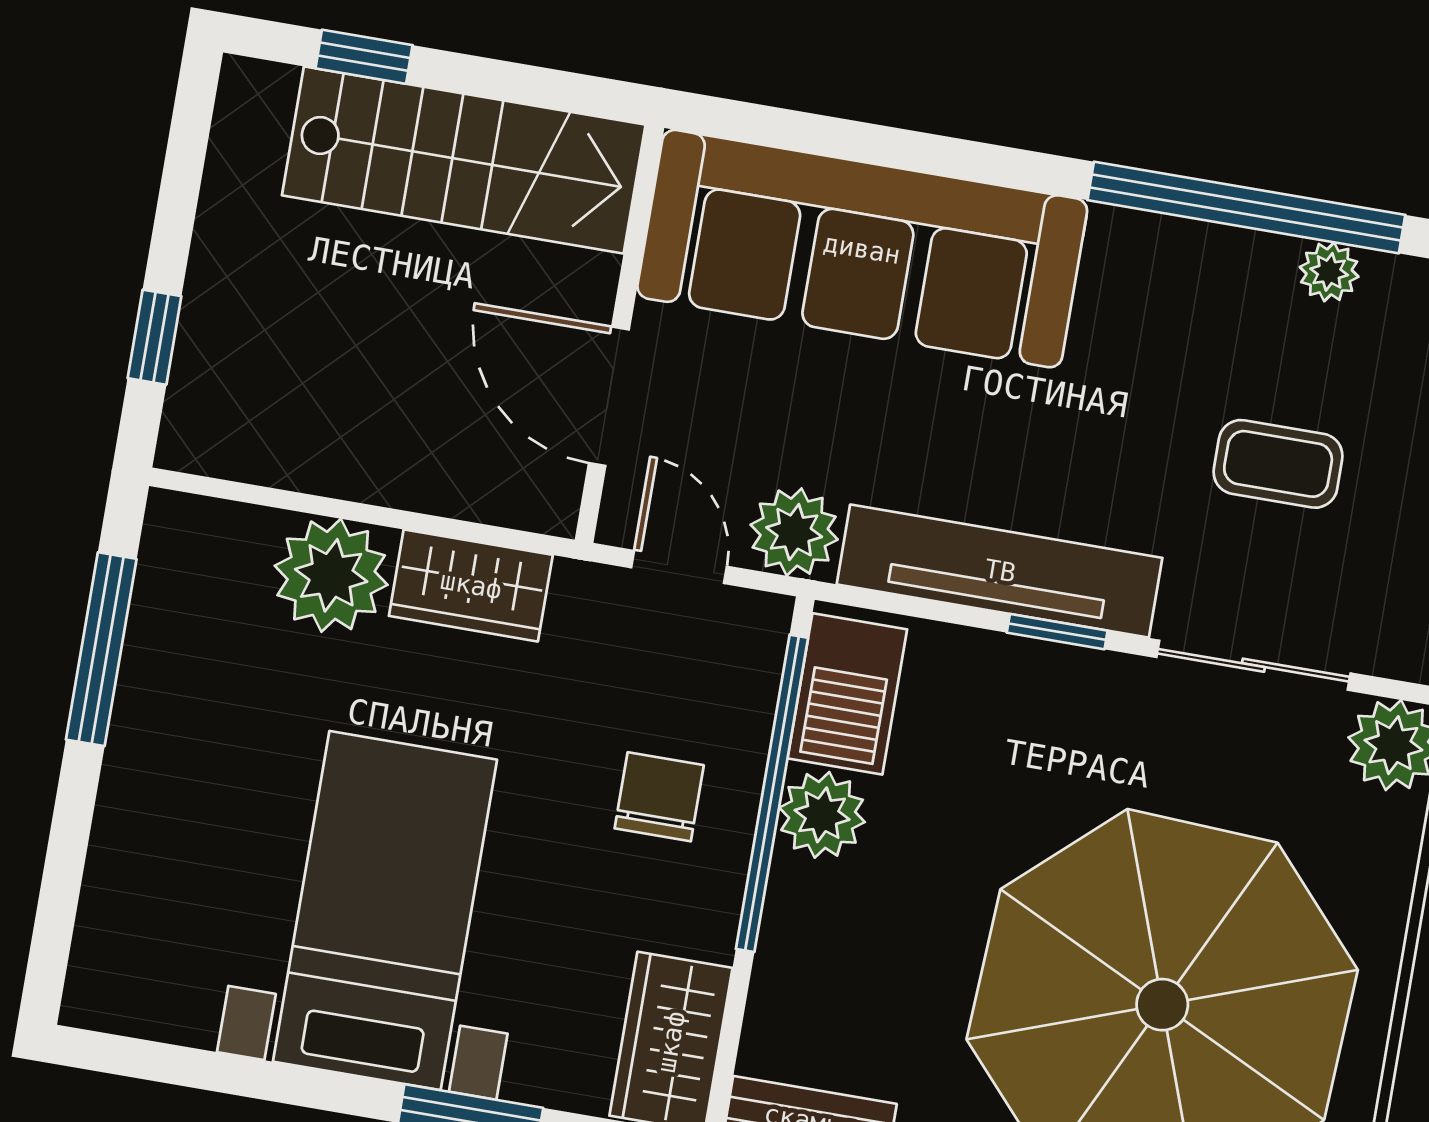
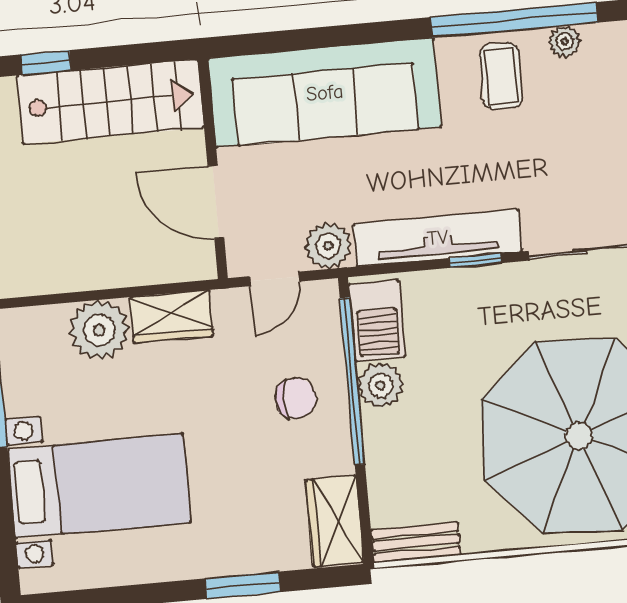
coffee table: (1278, 464) -> (501, 76), moved, turned 90
door: (679, 567) -> (275, 279), swing flipped
chair: (659, 797) -> (296, 398), turned 90
bed with nightstands: (385, 911) -> (99, 486), moved, turned 90

